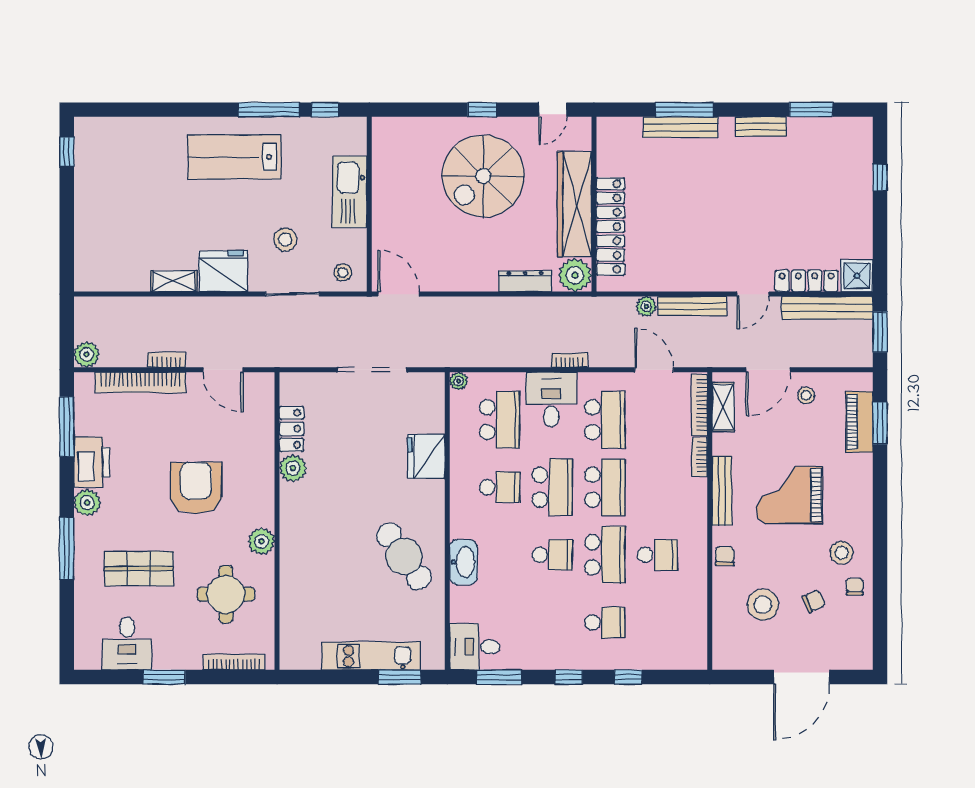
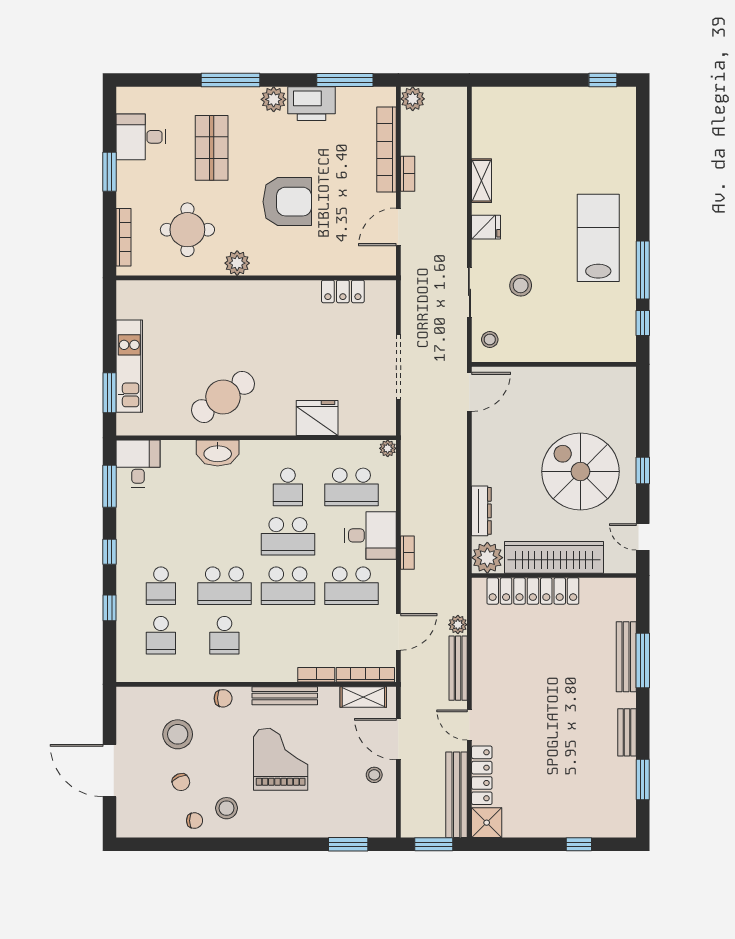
kitchen sink: (350, 192) -> (565, 346), removed
fridge: (223, 271) -> (486, 227), width x0.53, depth x0.75
piano: (859, 422) -> (349, 825), removed
plant: (293, 468) -> (306, 293), removed
school desk: (552, 555) -> (161, 635), moved

